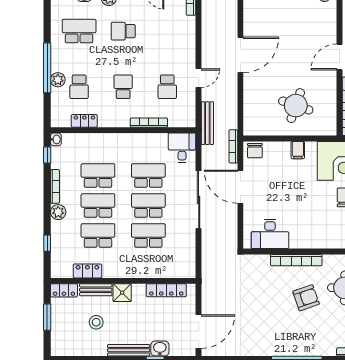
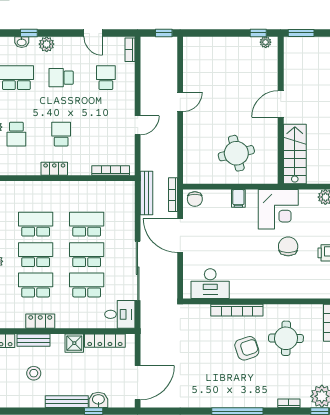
door: (240, 55) -> (180, 102), width x0.53
school desk: (167, 87) -> (106, 78), moved, turned 180
round table: (296, 106) -> (236, 153), turned -32
locker: (84, 121) -> (54, 169), moved
bookcase: (149, 123) -> (111, 170), moved
bench: (207, 123) -> (147, 193), moved
desk: (182, 148) -> (120, 314), moved, turned 90
sliding door: (199, 200) -> (138, 271), moved
locker: (87, 271) -> (40, 321), moved
shower: (122, 293) -> (74, 343), moved

